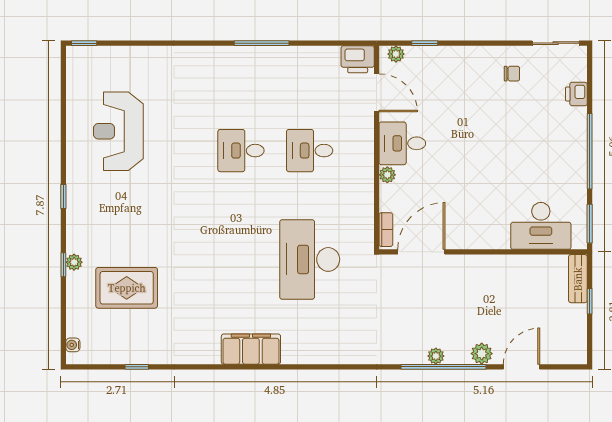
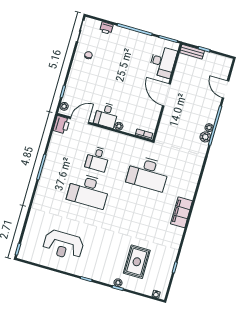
desk: (241, 151) -> (88, 191), width x1.87, depth x1.30
door: (421, 252) -> (166, 95), moved
plant: (482, 354) -> (205, 137), moved

